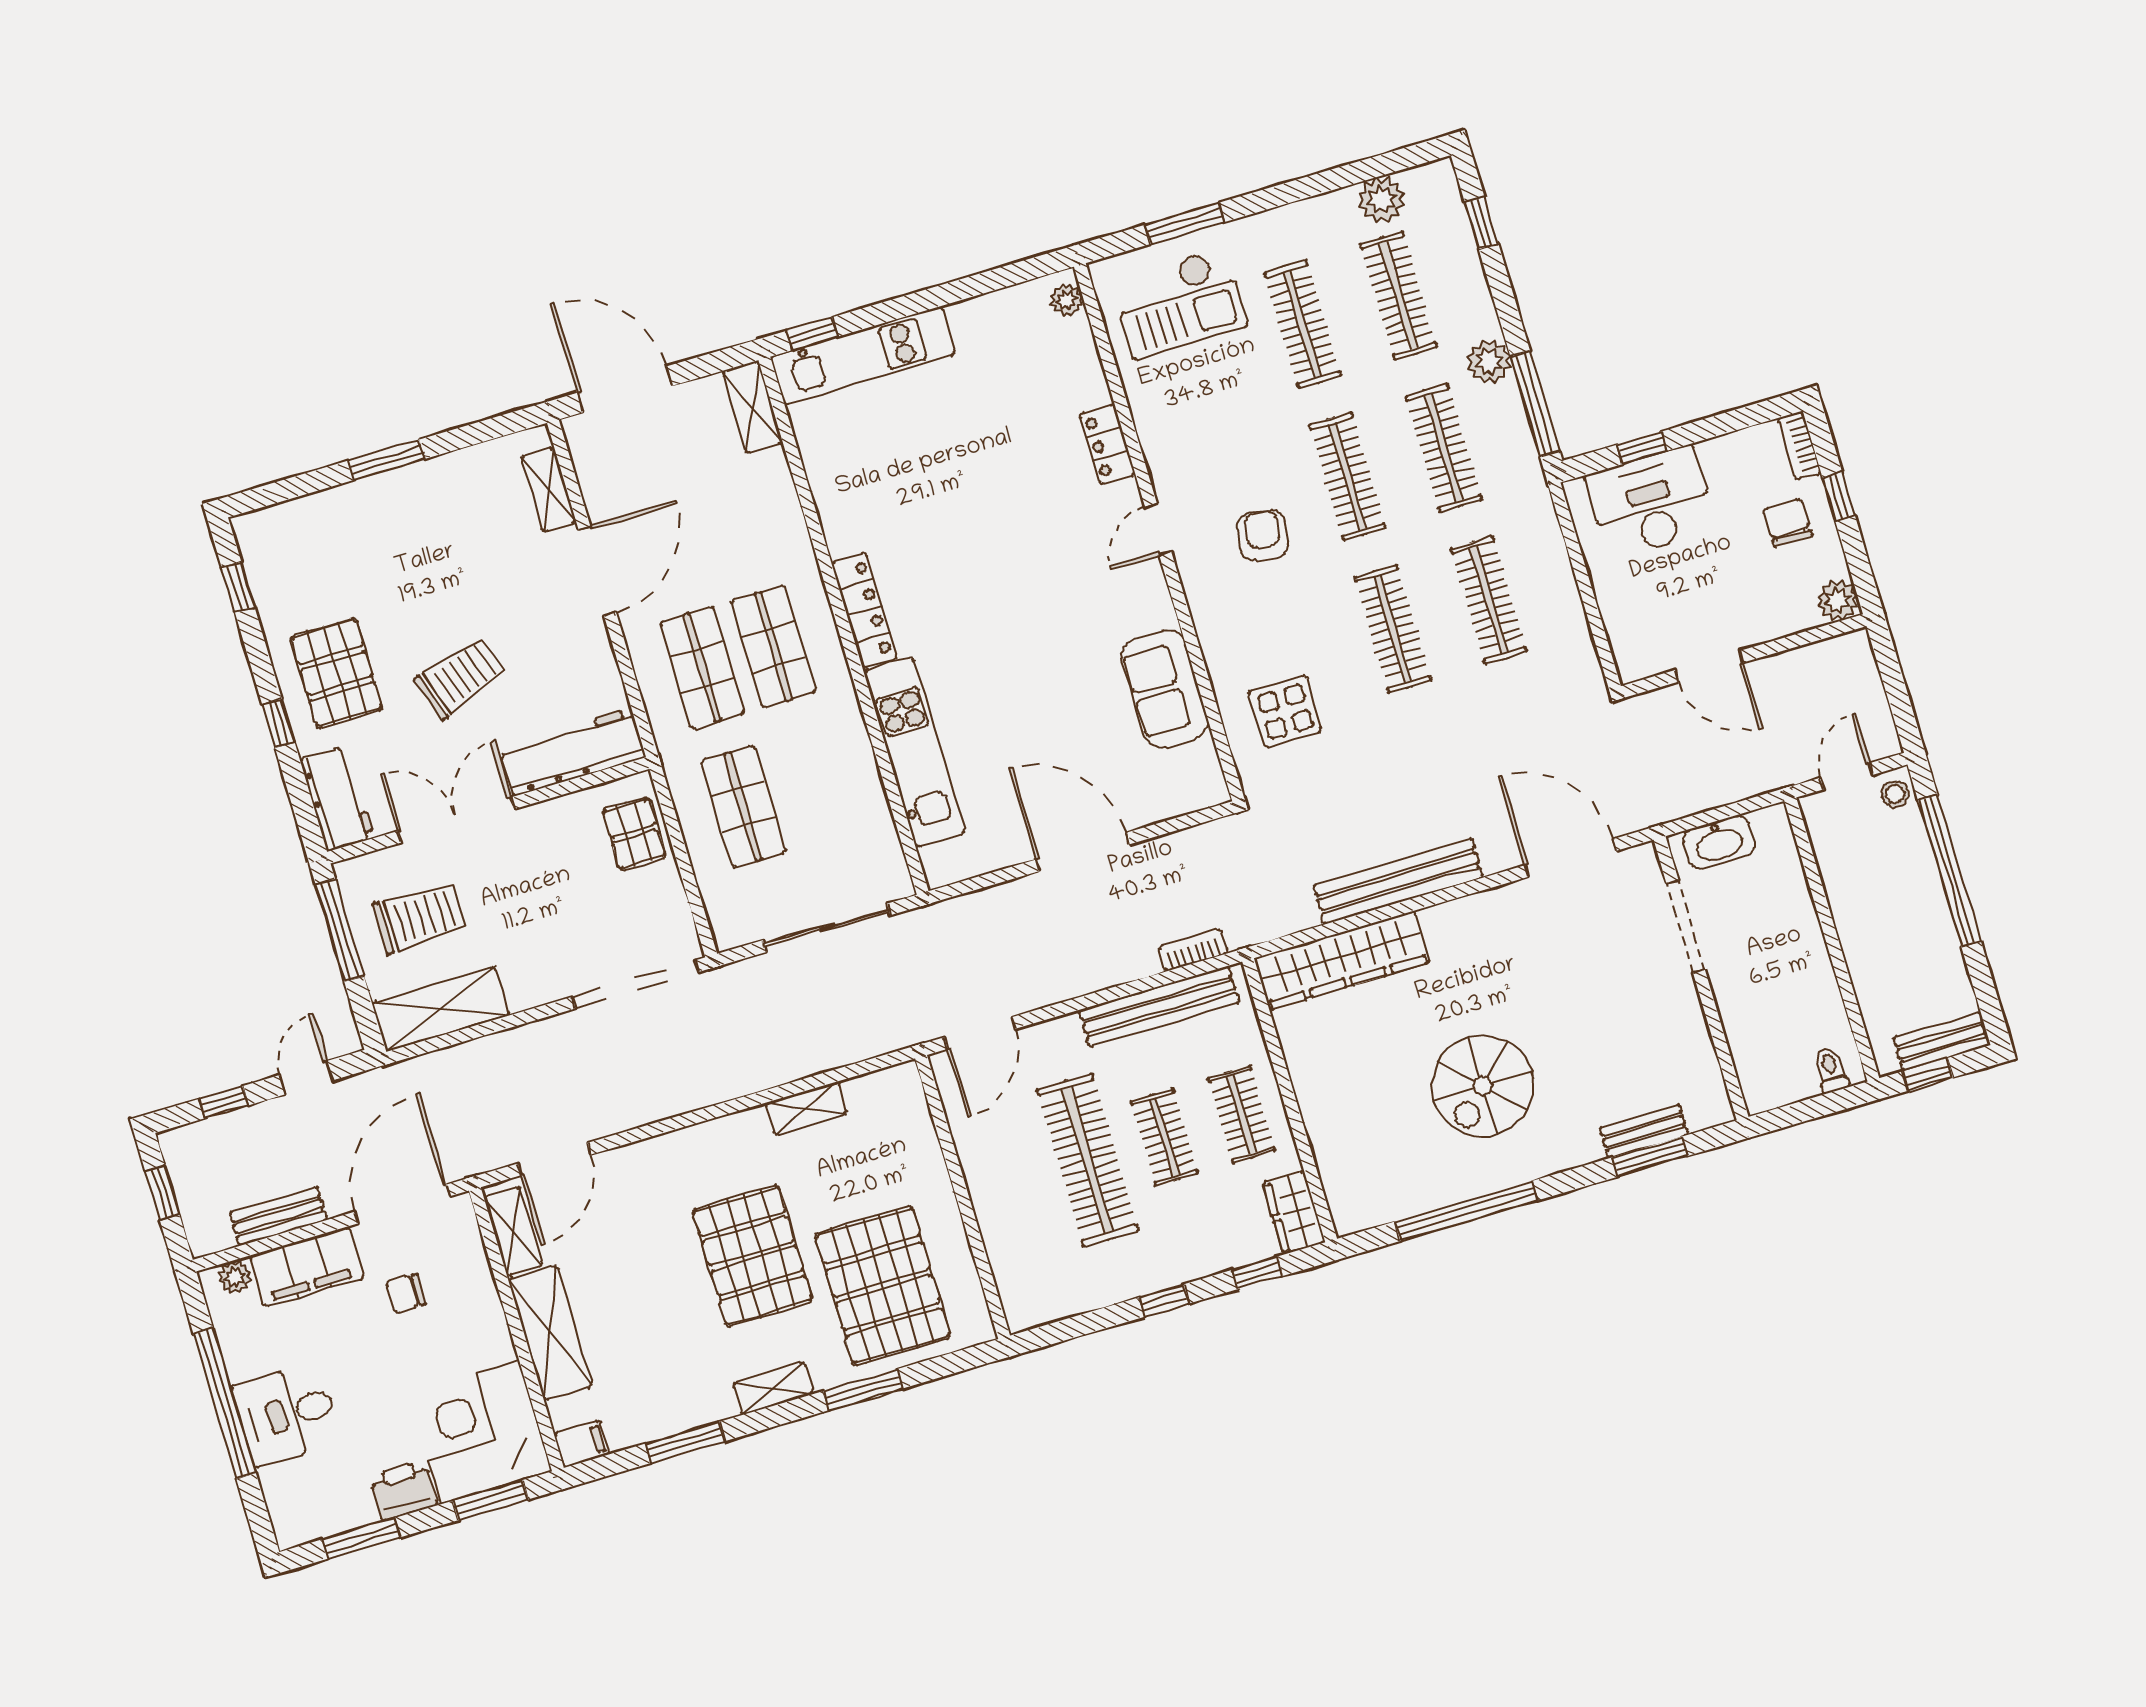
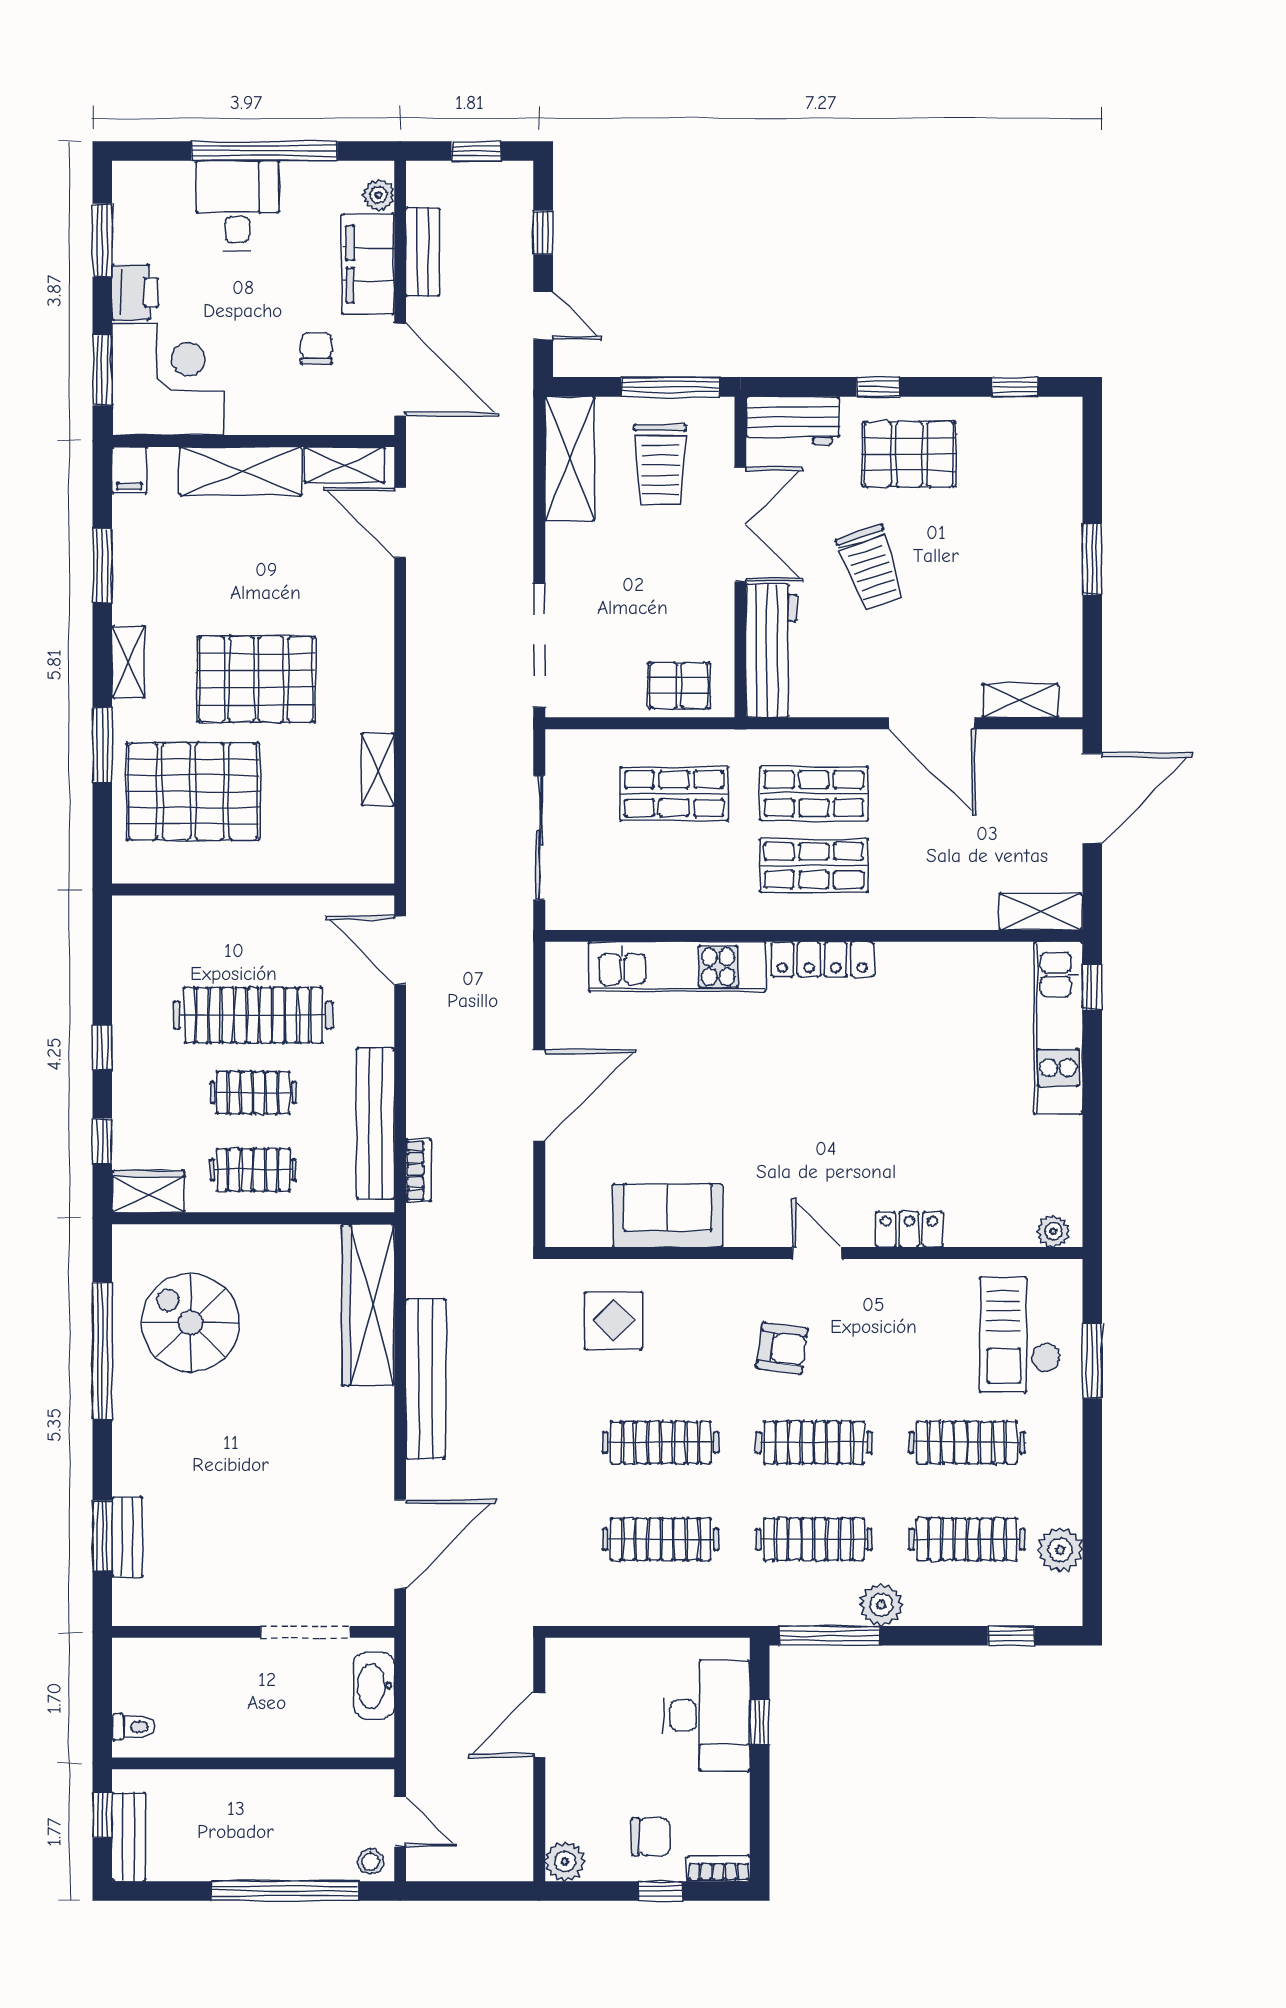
spiral stairs: (1483, 1086) -> (190, 1323), moved

